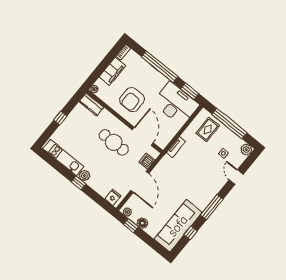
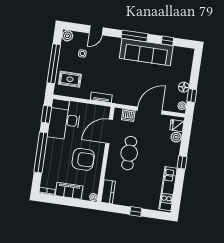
plant: (84, 176) -> (176, 137), moved
sofa: (178, 226) -> (146, 52), moved

